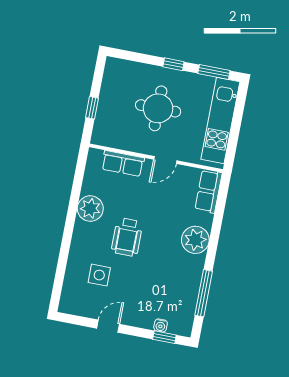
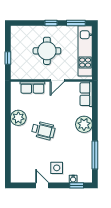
wheelchair: (127, 237) -> (43, 130), turned -76
side table: (99, 275) -> (57, 168), moved
door: (108, 326) -> (42, 185), hinge flipped

